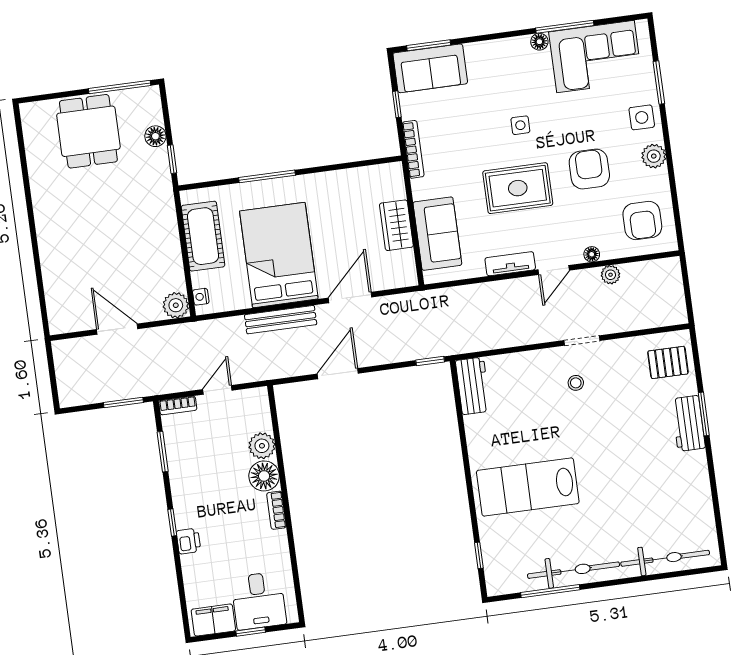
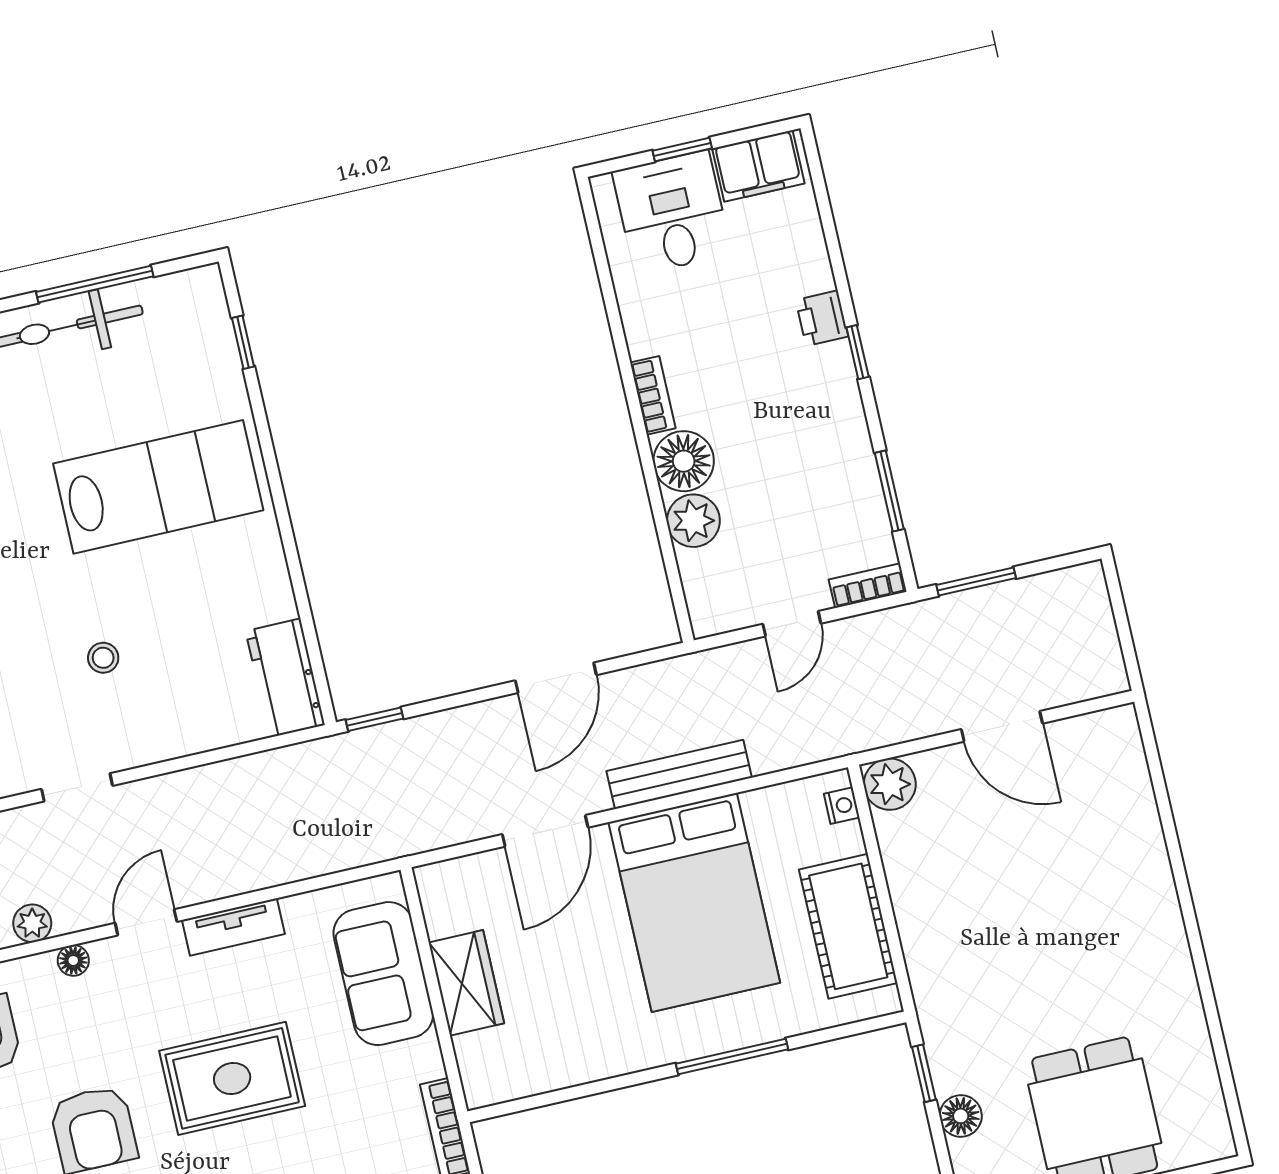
stool: (576, 383) -> (103, 658), moved

